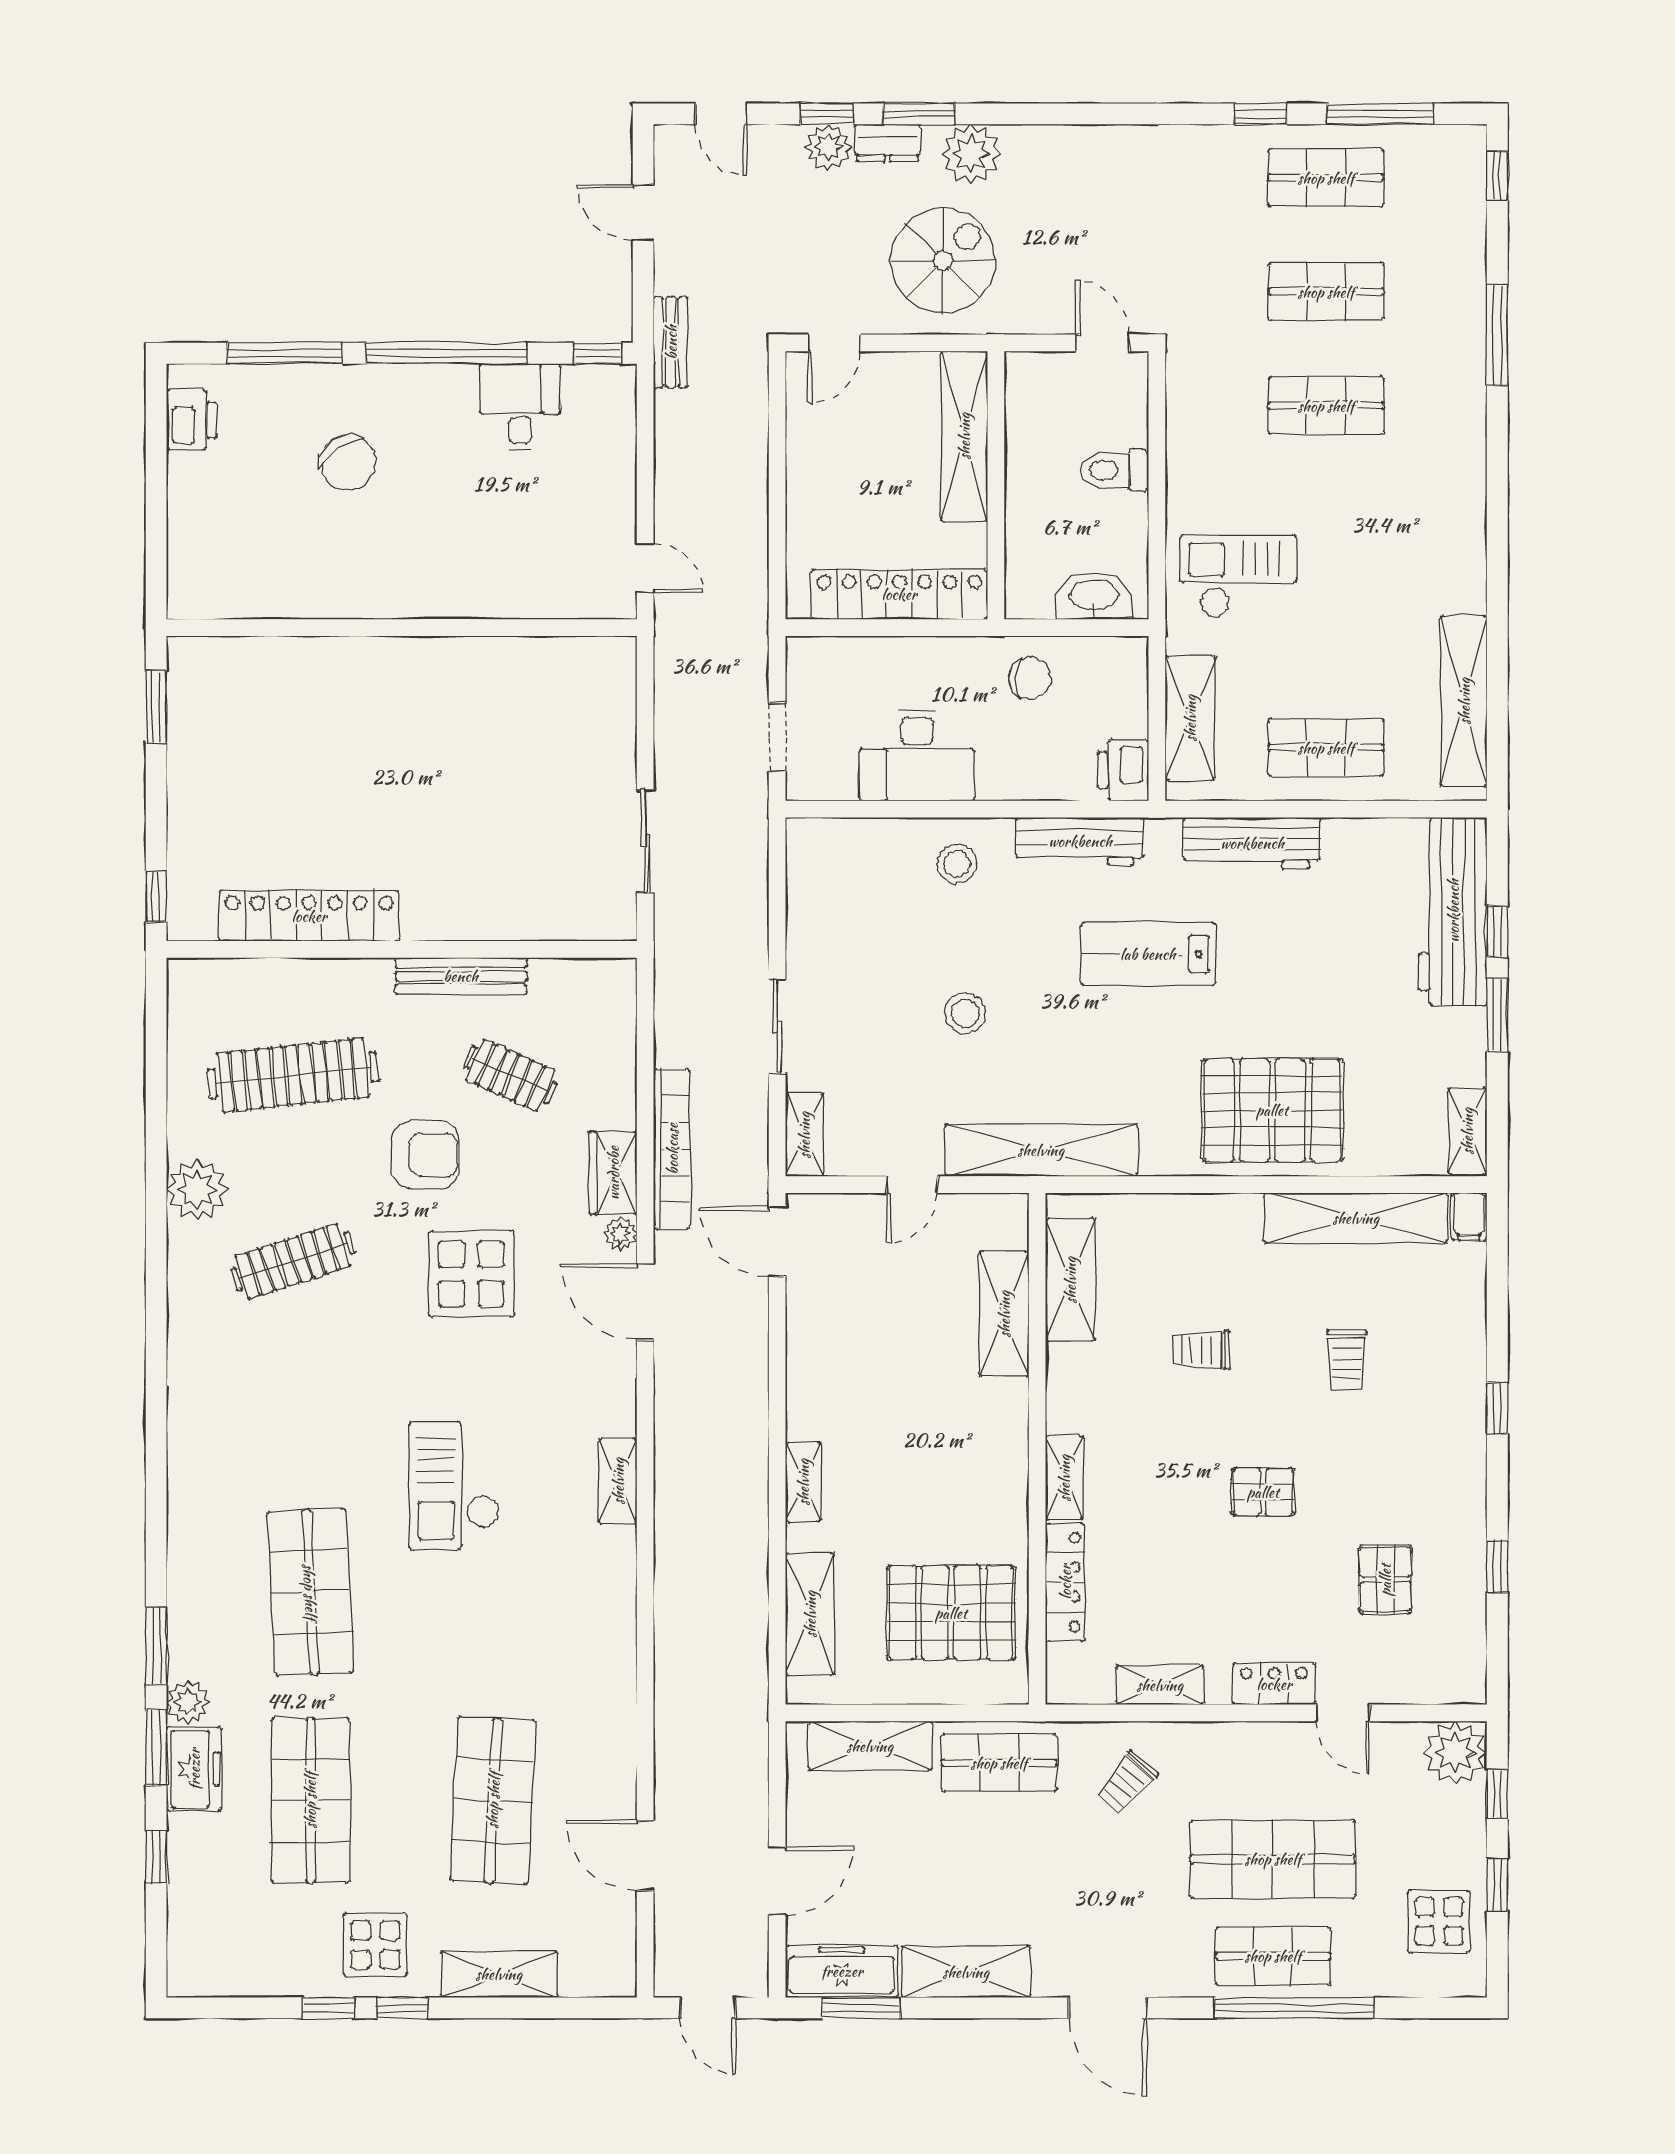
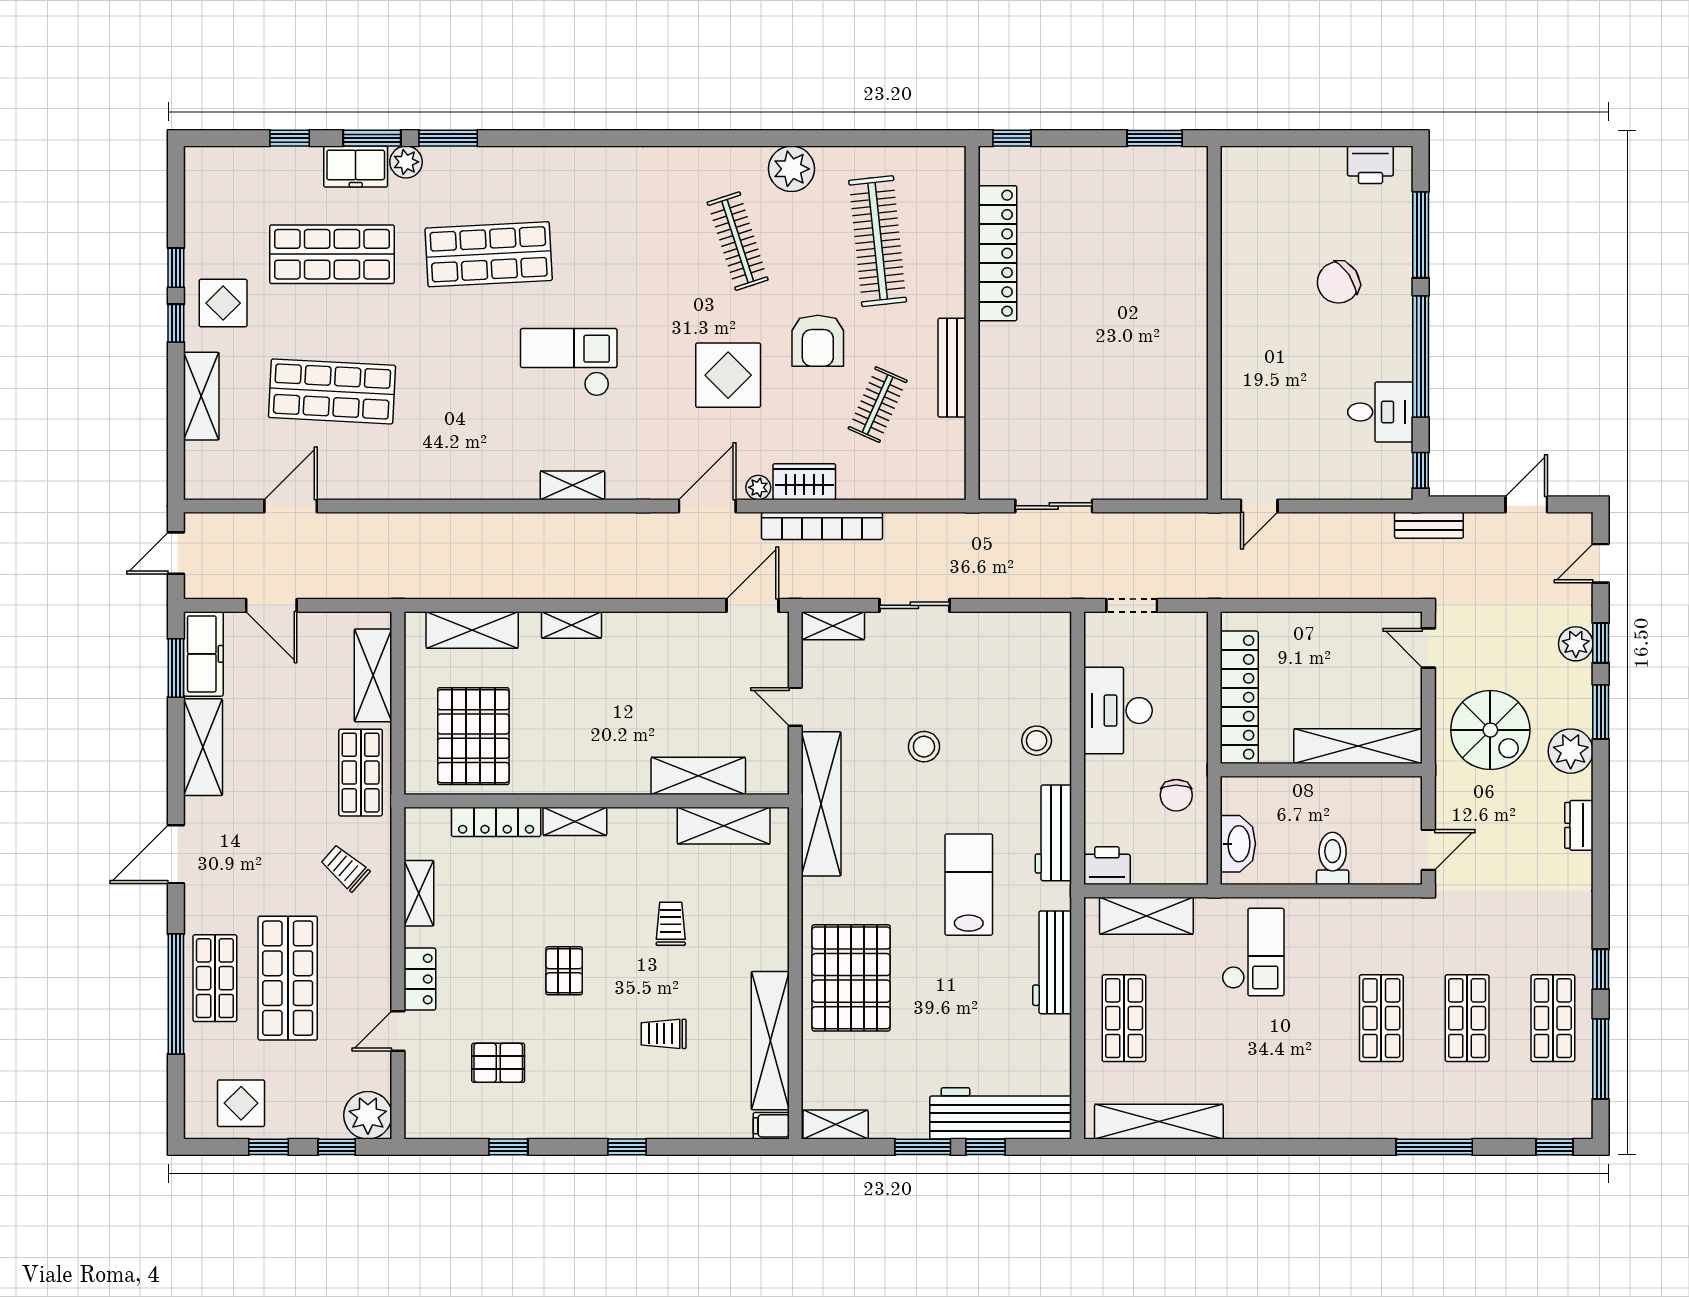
dresser: (888, 143) -> (1579, 825), moved

